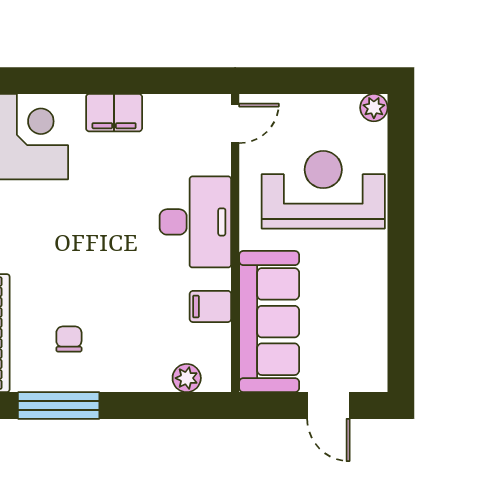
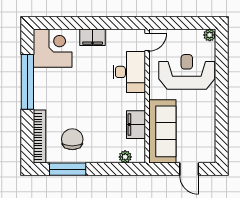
desk: (195, 222) -> (129, 72), moved
filing cabinet: (210, 306) -> (136, 125), width x2.00
chair: (69, 339) -> (72, 139), width x1.87, depth x1.87

